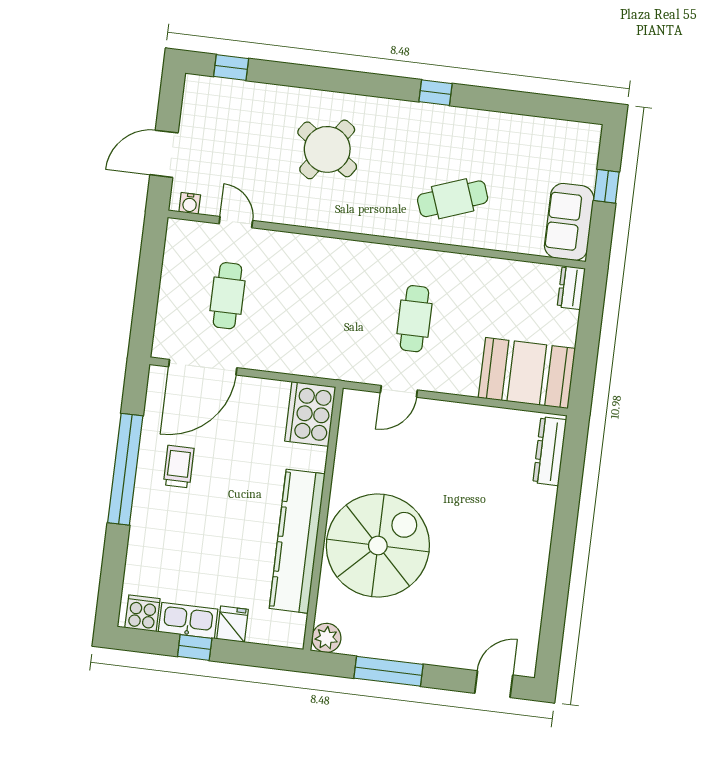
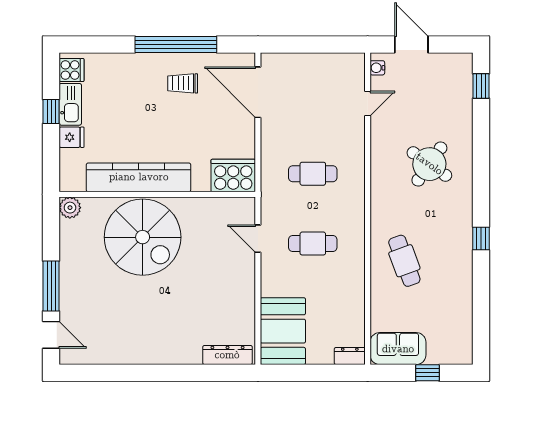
cafe table: (227, 296) -> (313, 174), moved
trolley: (179, 467) -> (183, 83), turned 180
window: (389, 671) -> (51, 286), moved

